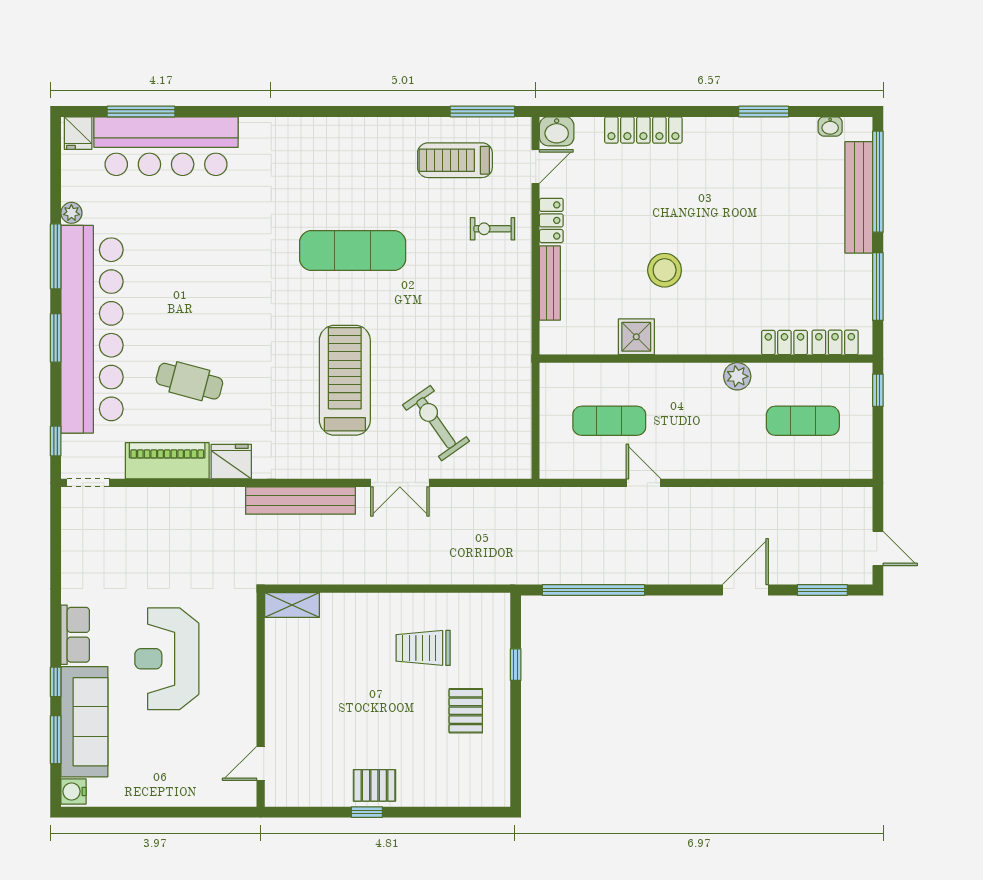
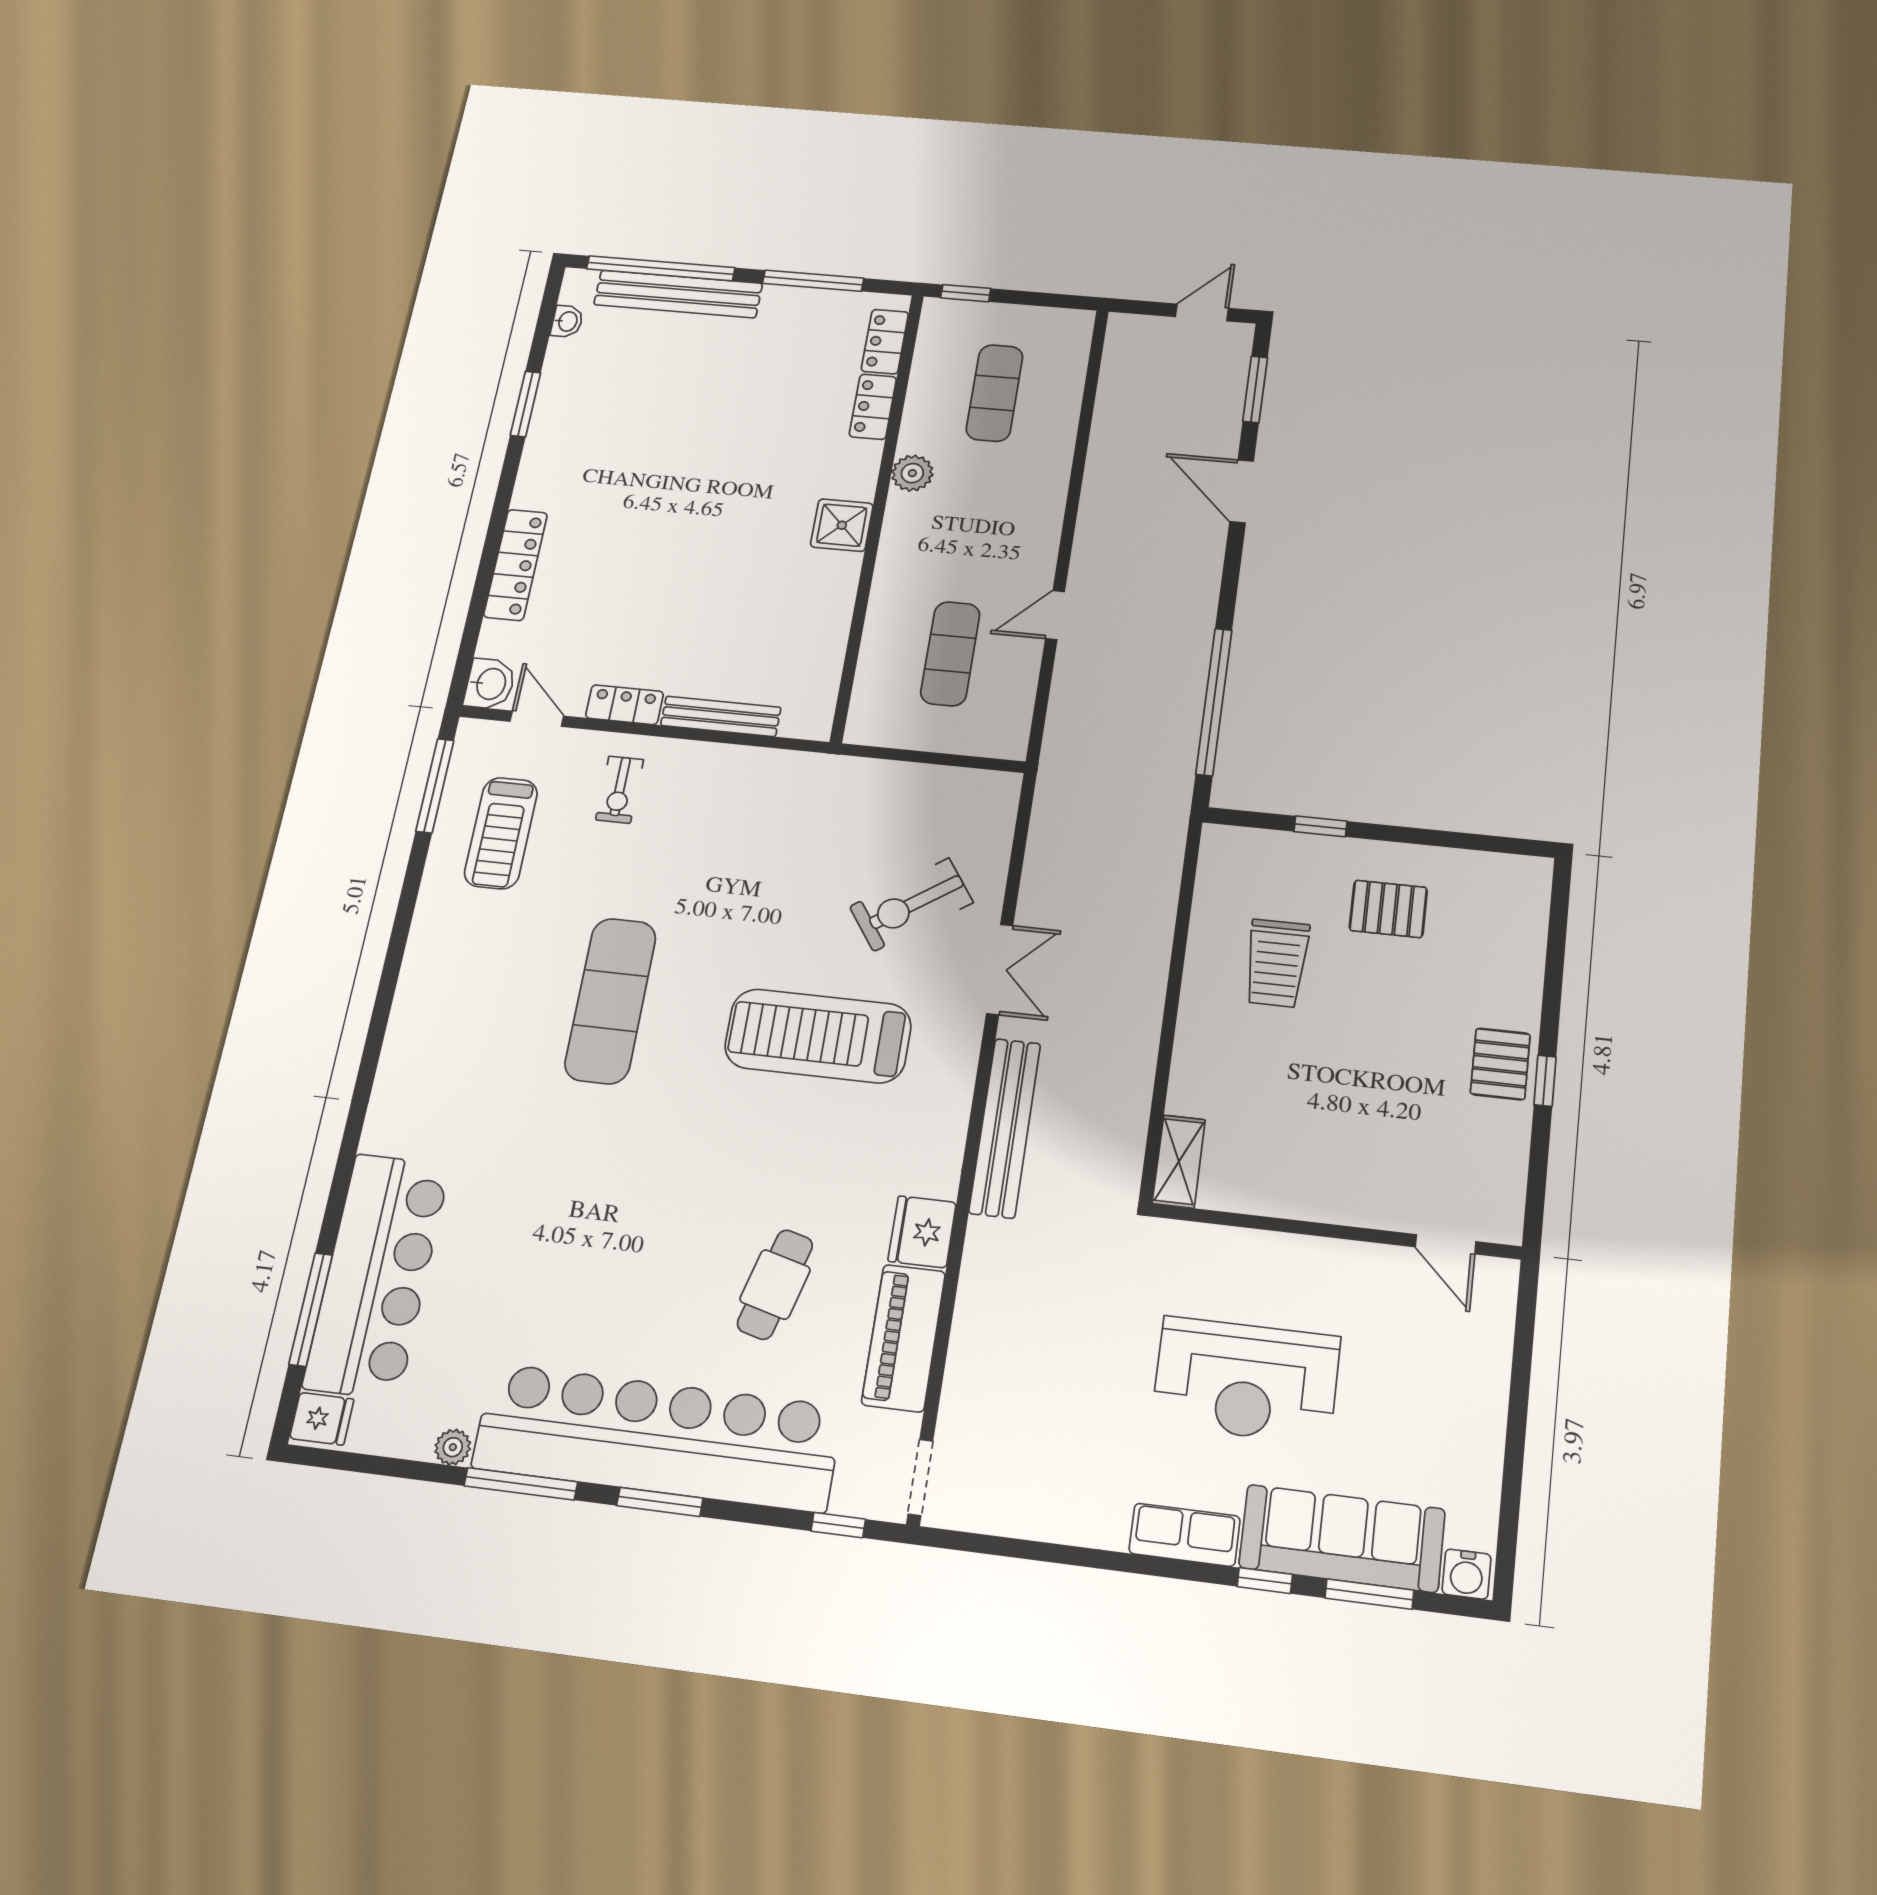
stool: (665, 270) -> (733, 556), removed
shower: (636, 337) -> (842, 525), moved

